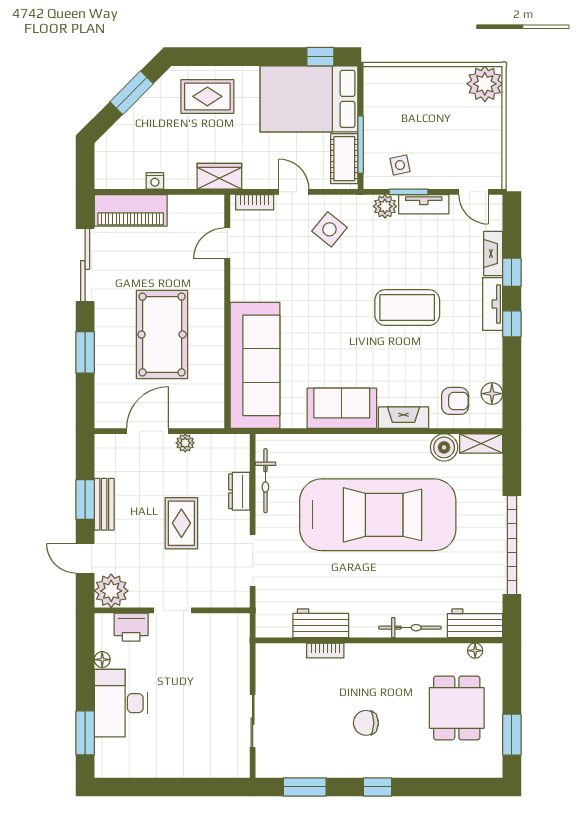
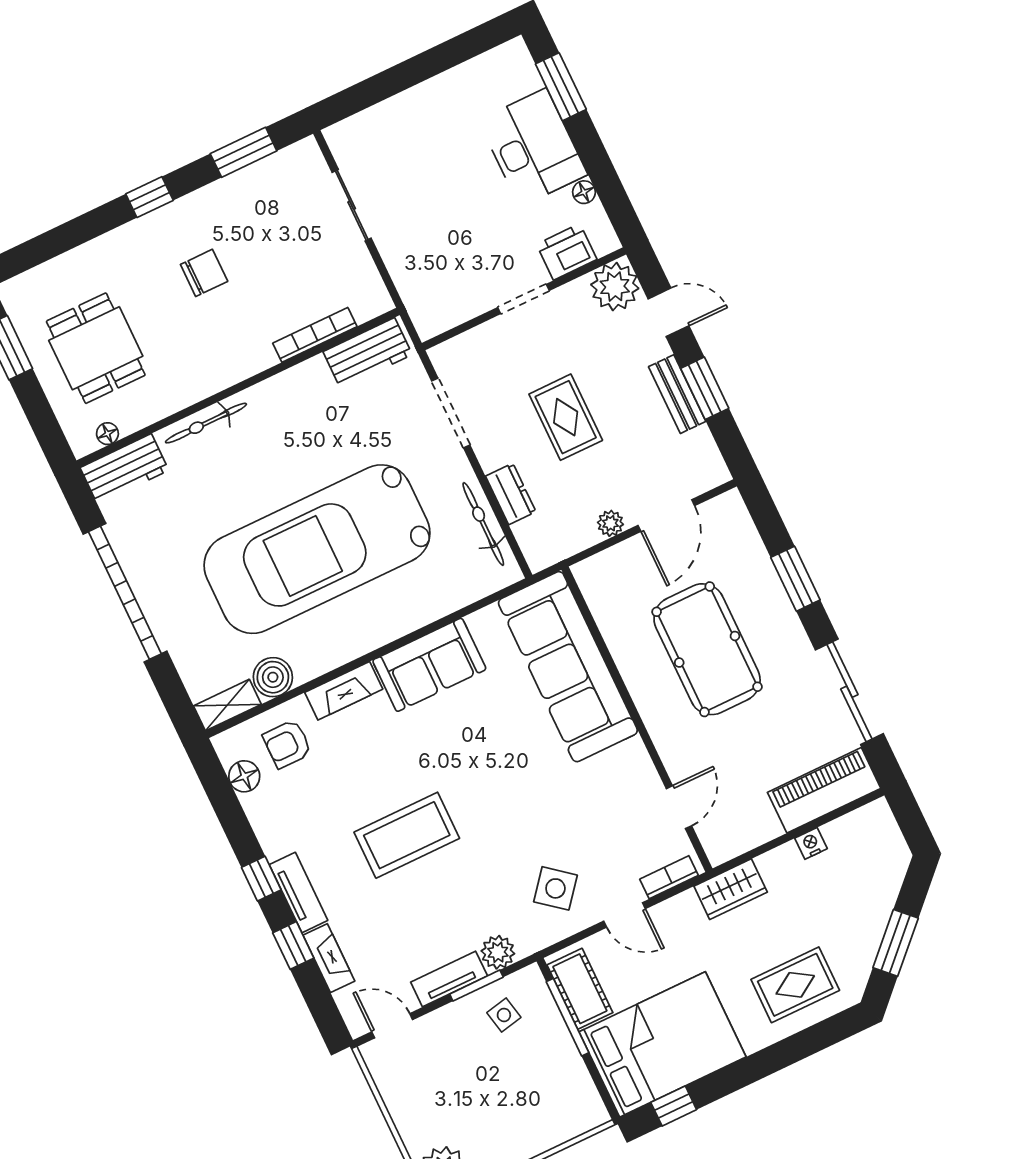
workbench: (321, 623) -> (368, 353), moved
bookcase: (325, 650) -> (315, 335), width x1.56

